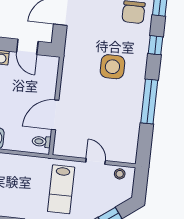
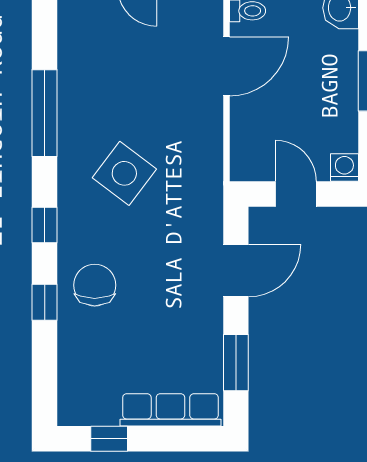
side table: (112, 67) -> (124, 173), turned 37

